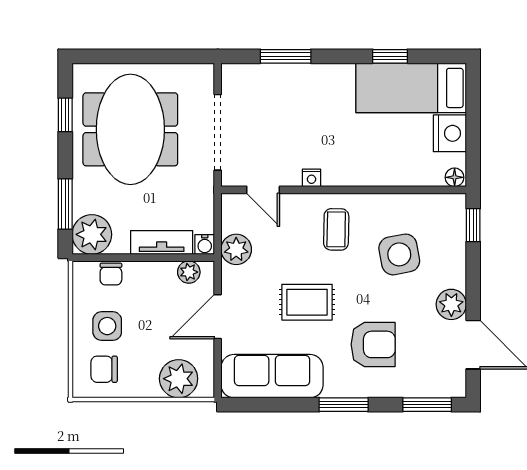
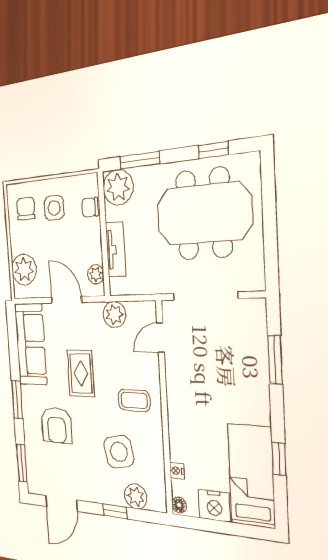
nightstand: (311, 178) -> (177, 471), moved
window: (473, 225) -> (115, 511), moved
water cooler: (205, 244) -> (116, 287), removed
plant: (451, 304) -> (136, 496), moved

